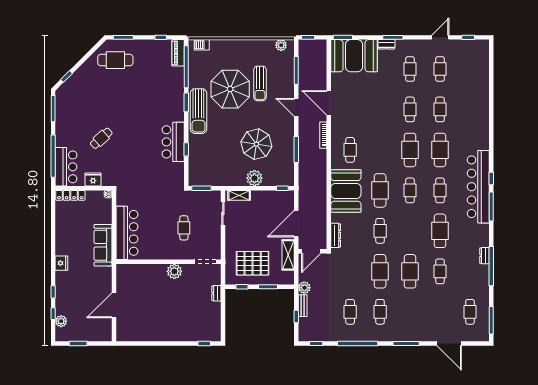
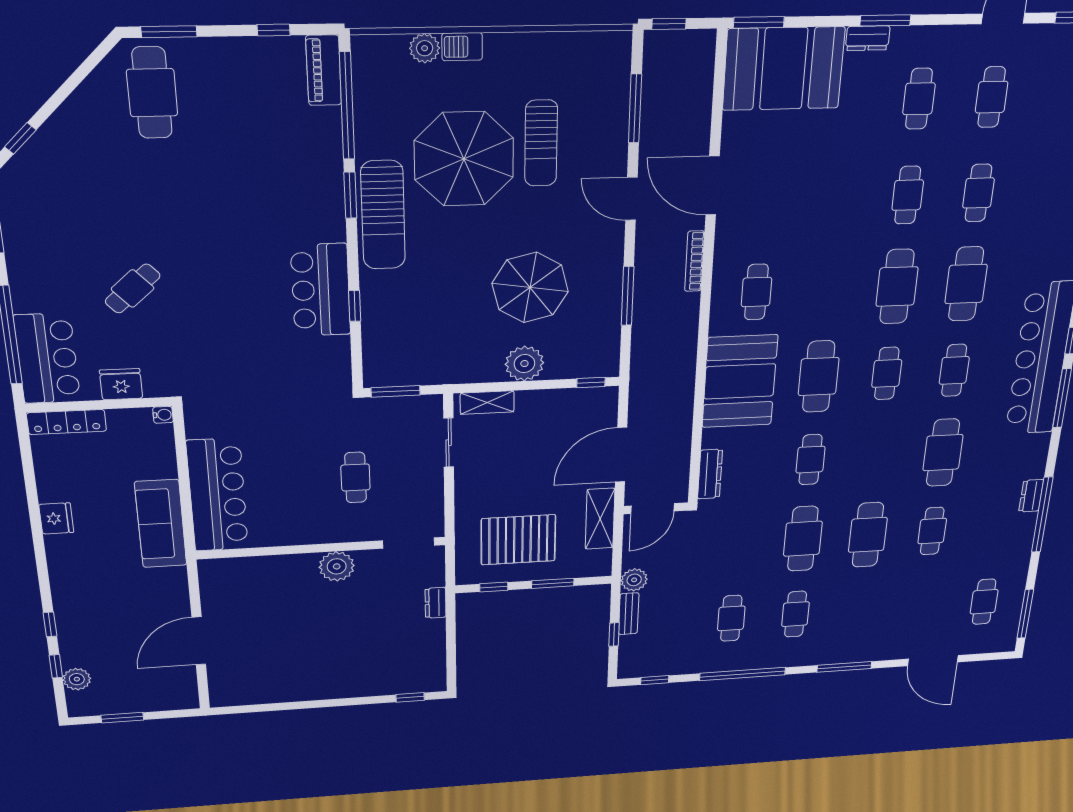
barbecue: (202, 45) -> (462, 47), moved
plant: (281, 45) -> (425, 48), moved
cafe table: (115, 60) -> (152, 93), turned 90
fridge: (61, 263) -> (56, 518), moved

